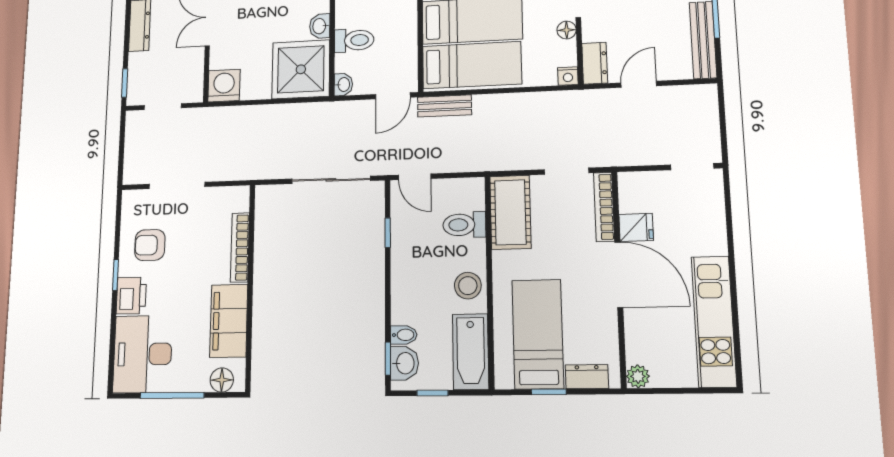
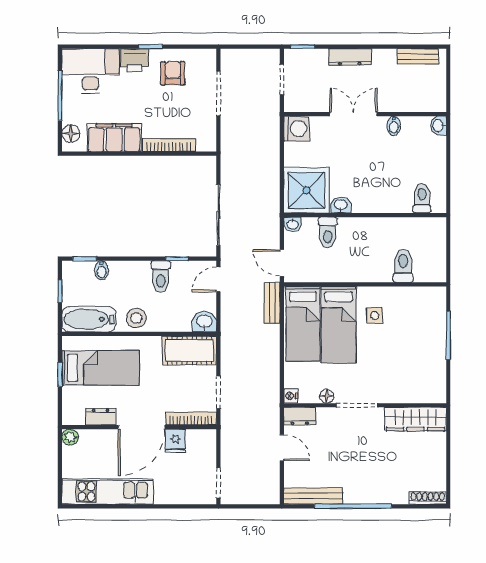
toilet: (464, 225) -> (161, 276), moved, turned 180
washbasin: (404, 363) -> (204, 322), moved, turned 180
dresser: (587, 377) -> (101, 417), moved, turned -90

